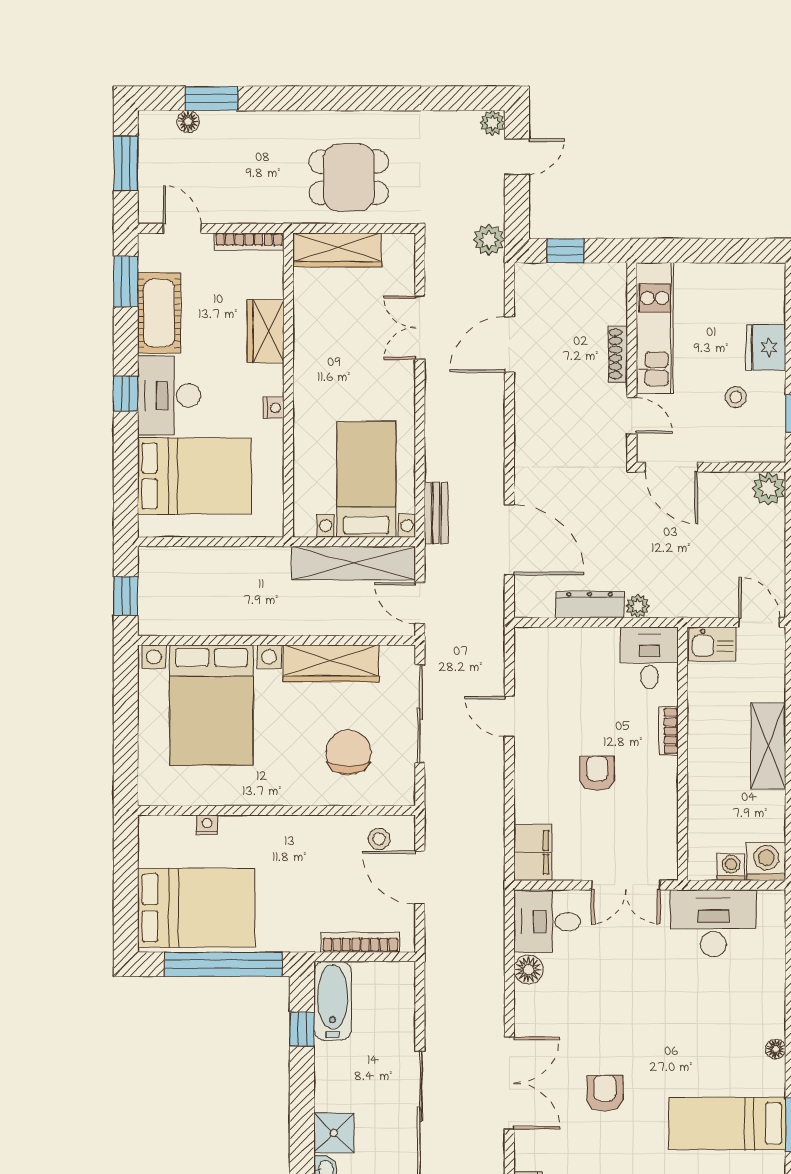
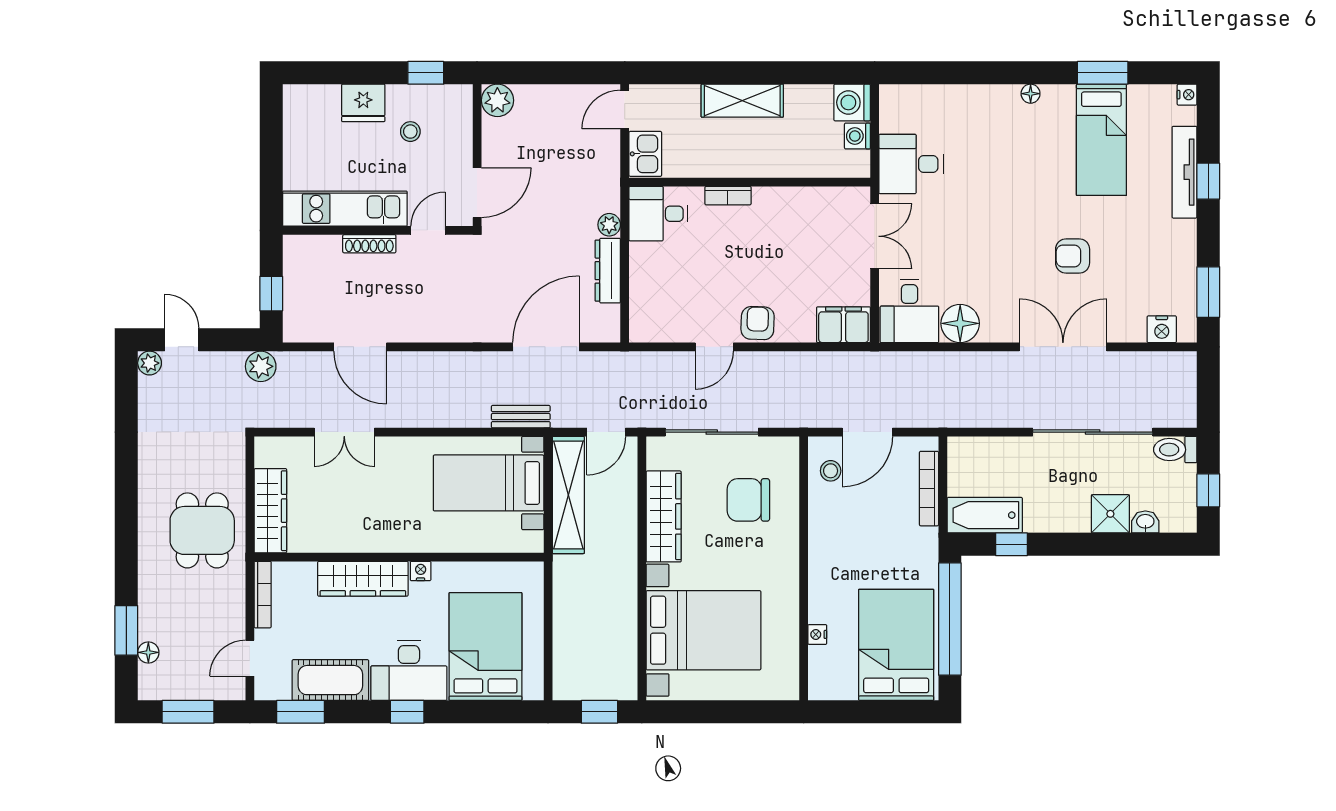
dining table: (349, 177) -> (202, 530), moved
wardrobe: (266, 331) -> (363, 579), width x1.50
armchair: (597, 773) -> (758, 323), moved, turned 92
desk: (713, 923) -> (911, 164), width x0.73
floor lamp: (528, 969) -> (960, 323), width x1.38, depth x1.38

